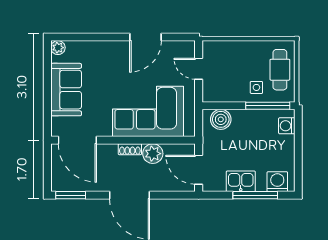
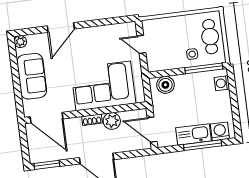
door: (145, 37) -> (61, 27), moved
kitchen sink: (241, 181) -> (193, 134), width x1.38

